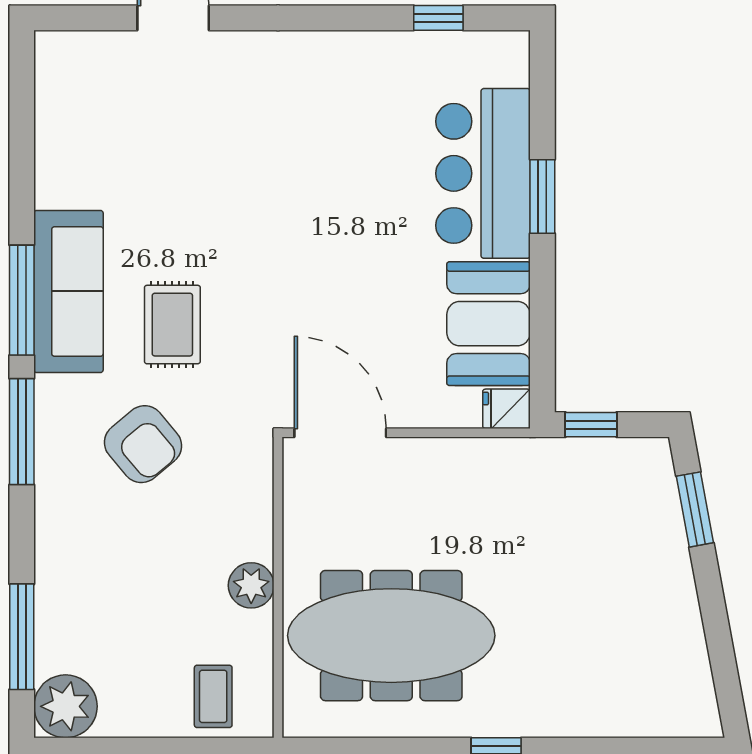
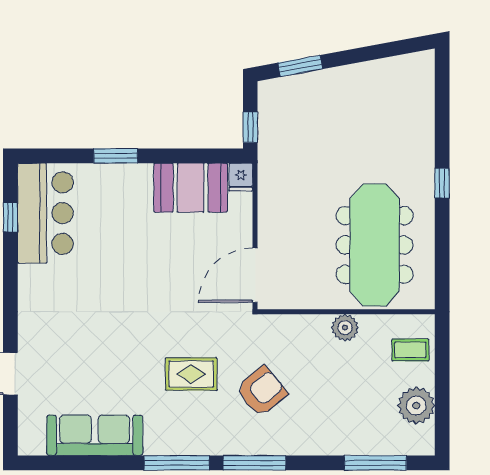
bar counter: (483, 173) -> (45, 213), moved, turned -90
sofa: (68, 291) -> (95, 435), moved
plant: (66, 706) -> (416, 406), moved

